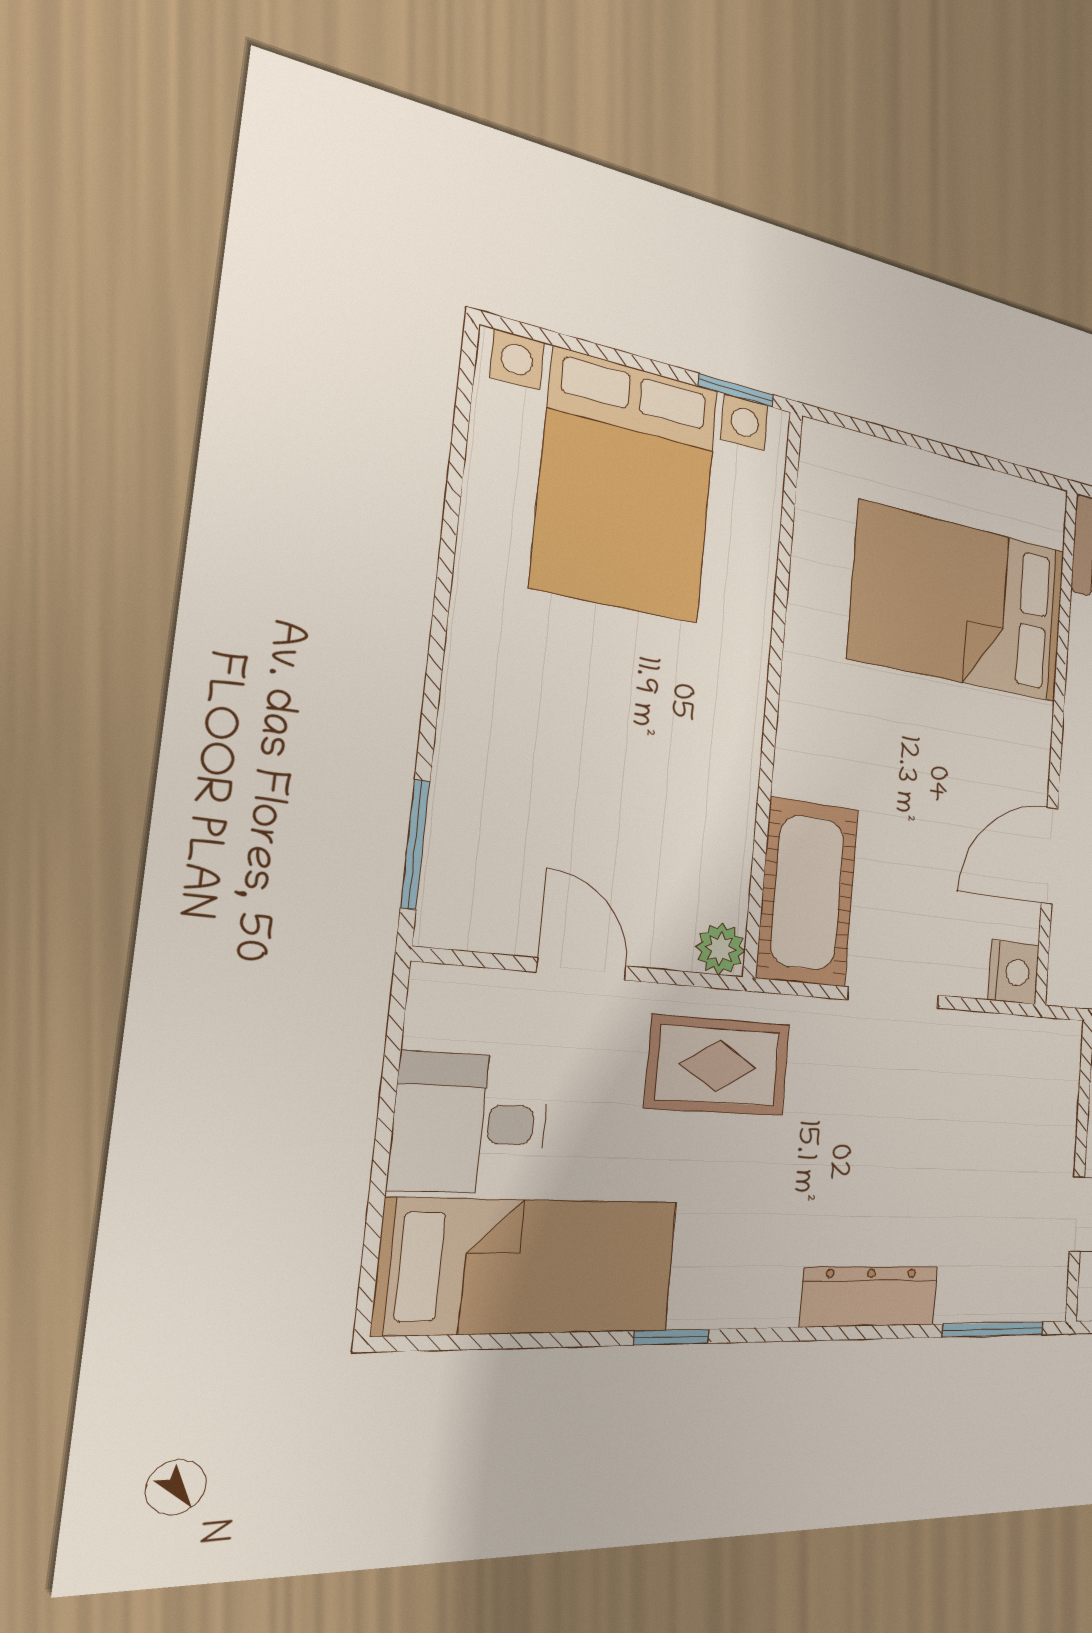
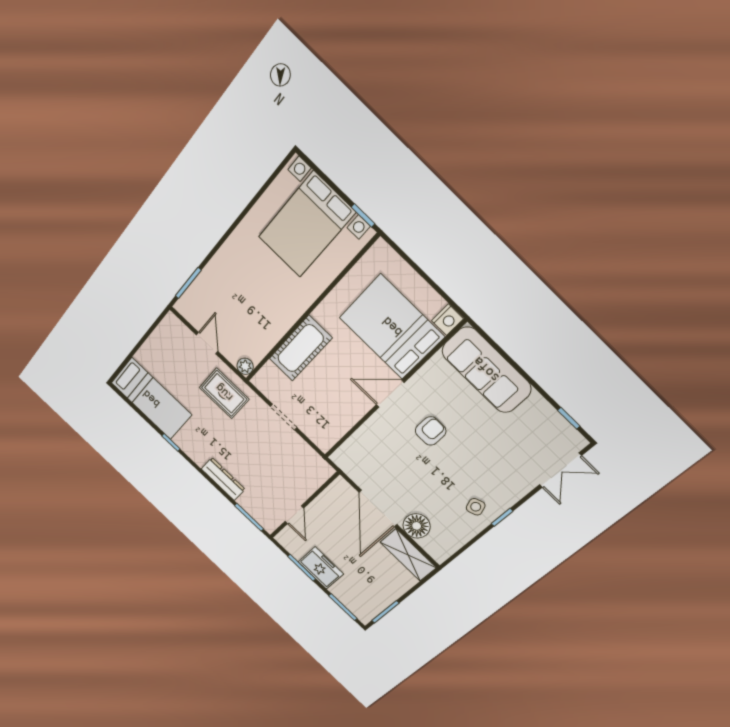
door: (1050, 855) -> (390, 394), moved
cot: (808, 892) -> (301, 348), moved
nightstand: (1014, 972) -> (448, 320), moved
desk: (470, 1123) -> (159, 357), removed

